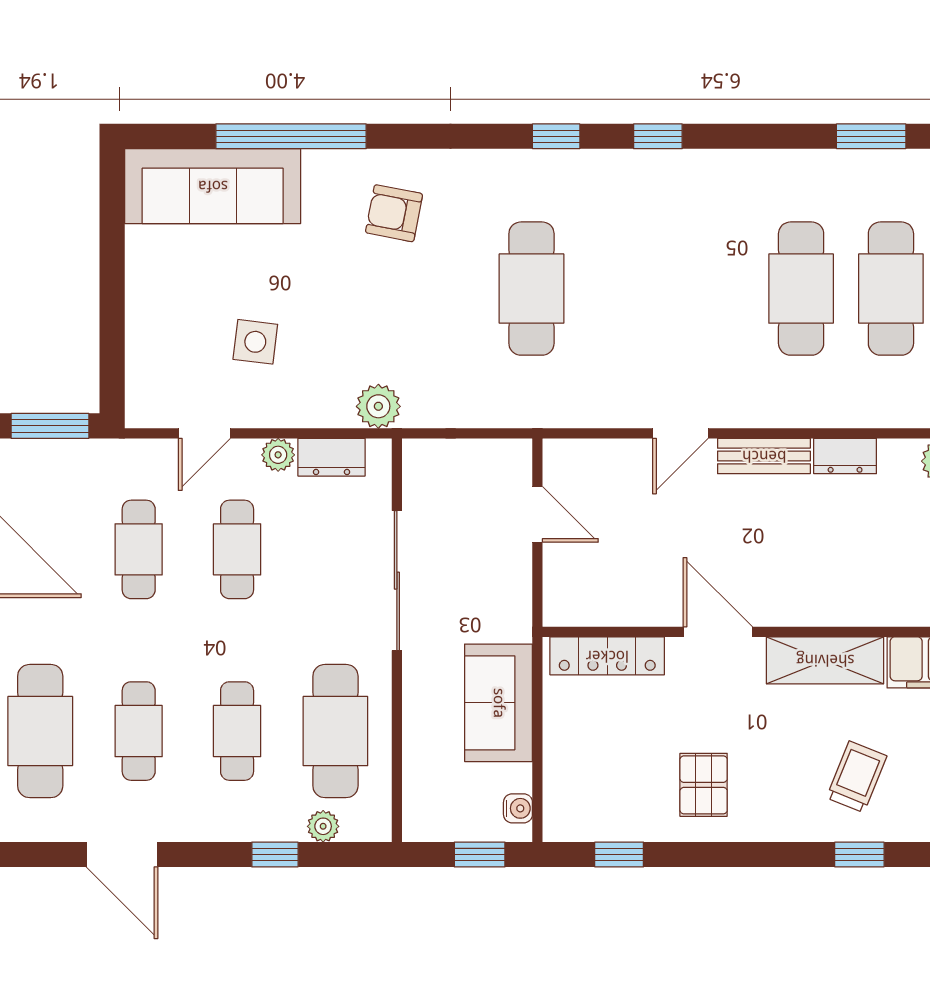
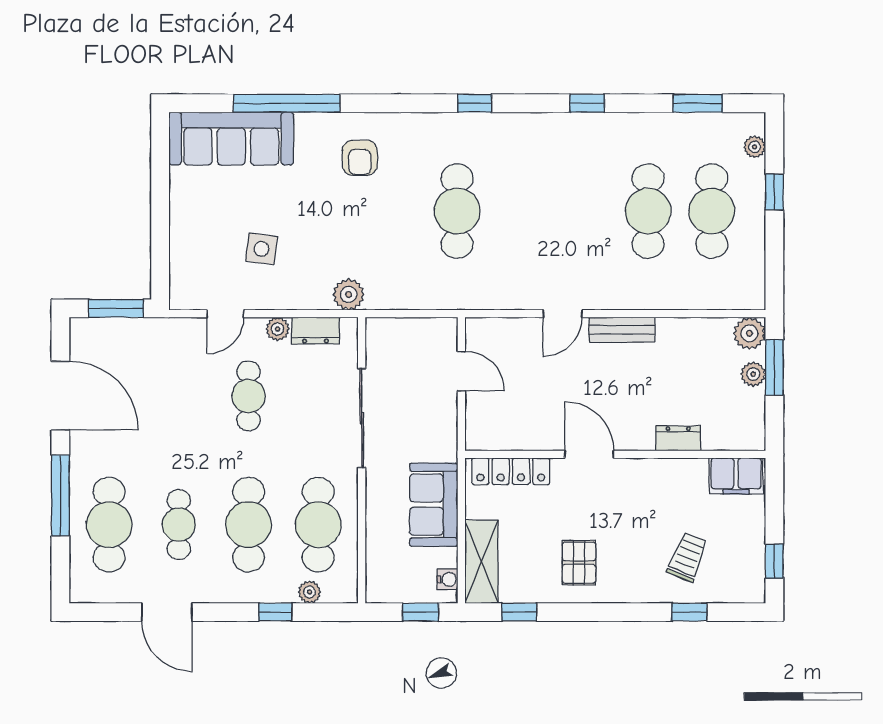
window: (658, 136) -> (587, 103), moved
armchair: (394, 213) -> (360, 158), turned -101
dresser: (845, 456) -> (678, 438), moved, turned 180
cafe table: (139, 549) -> (179, 396), removed
shelving: (825, 660) -> (481, 562), moved, turned 90
cafe table: (237, 731) -> (249, 525), width x1.37, depth x1.35

